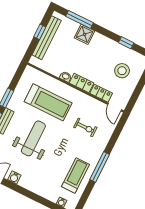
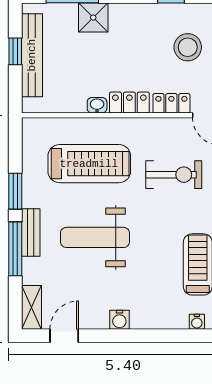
exercise bike: (85, 127) -> (174, 175), width x1.38, depth x1.39
weight bench: (33, 138) -> (95, 237), turned -90
water cooler: (14, 177) -> (119, 320), moved

